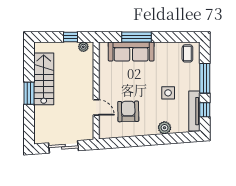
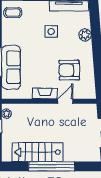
fireplace: (104, 86) -> (45, 94), added
window: (29, 93) -> (52, 166), width x2.11

